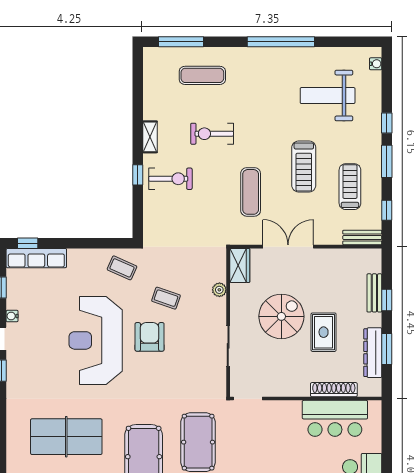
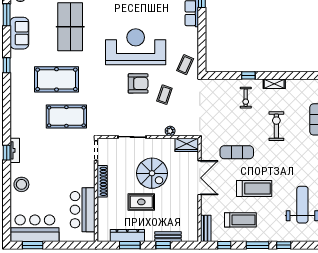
treadmill: (304, 166) -> (254, 188), turned 180
exercise bike: (170, 179) -> (246, 98), width x0.73, depth x0.72
shoe rack: (334, 390) -> (102, 181), moved

